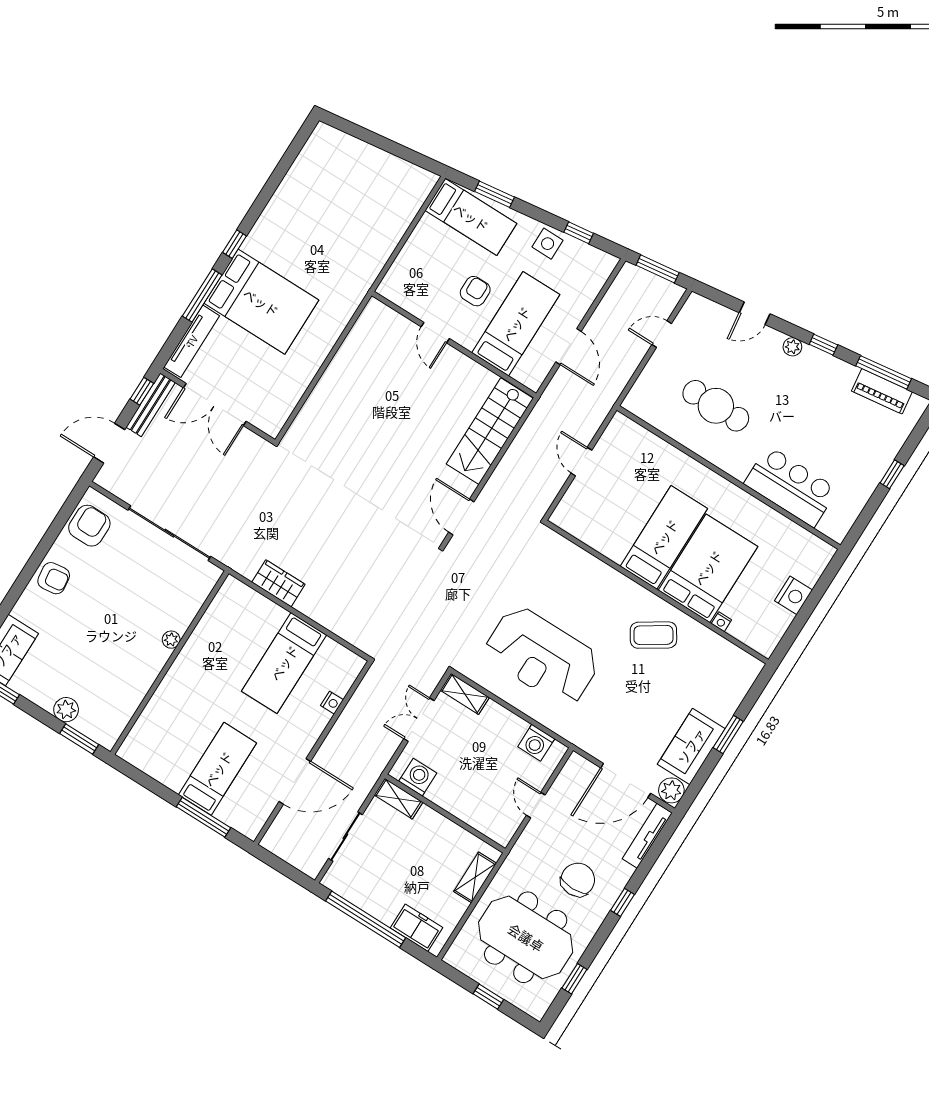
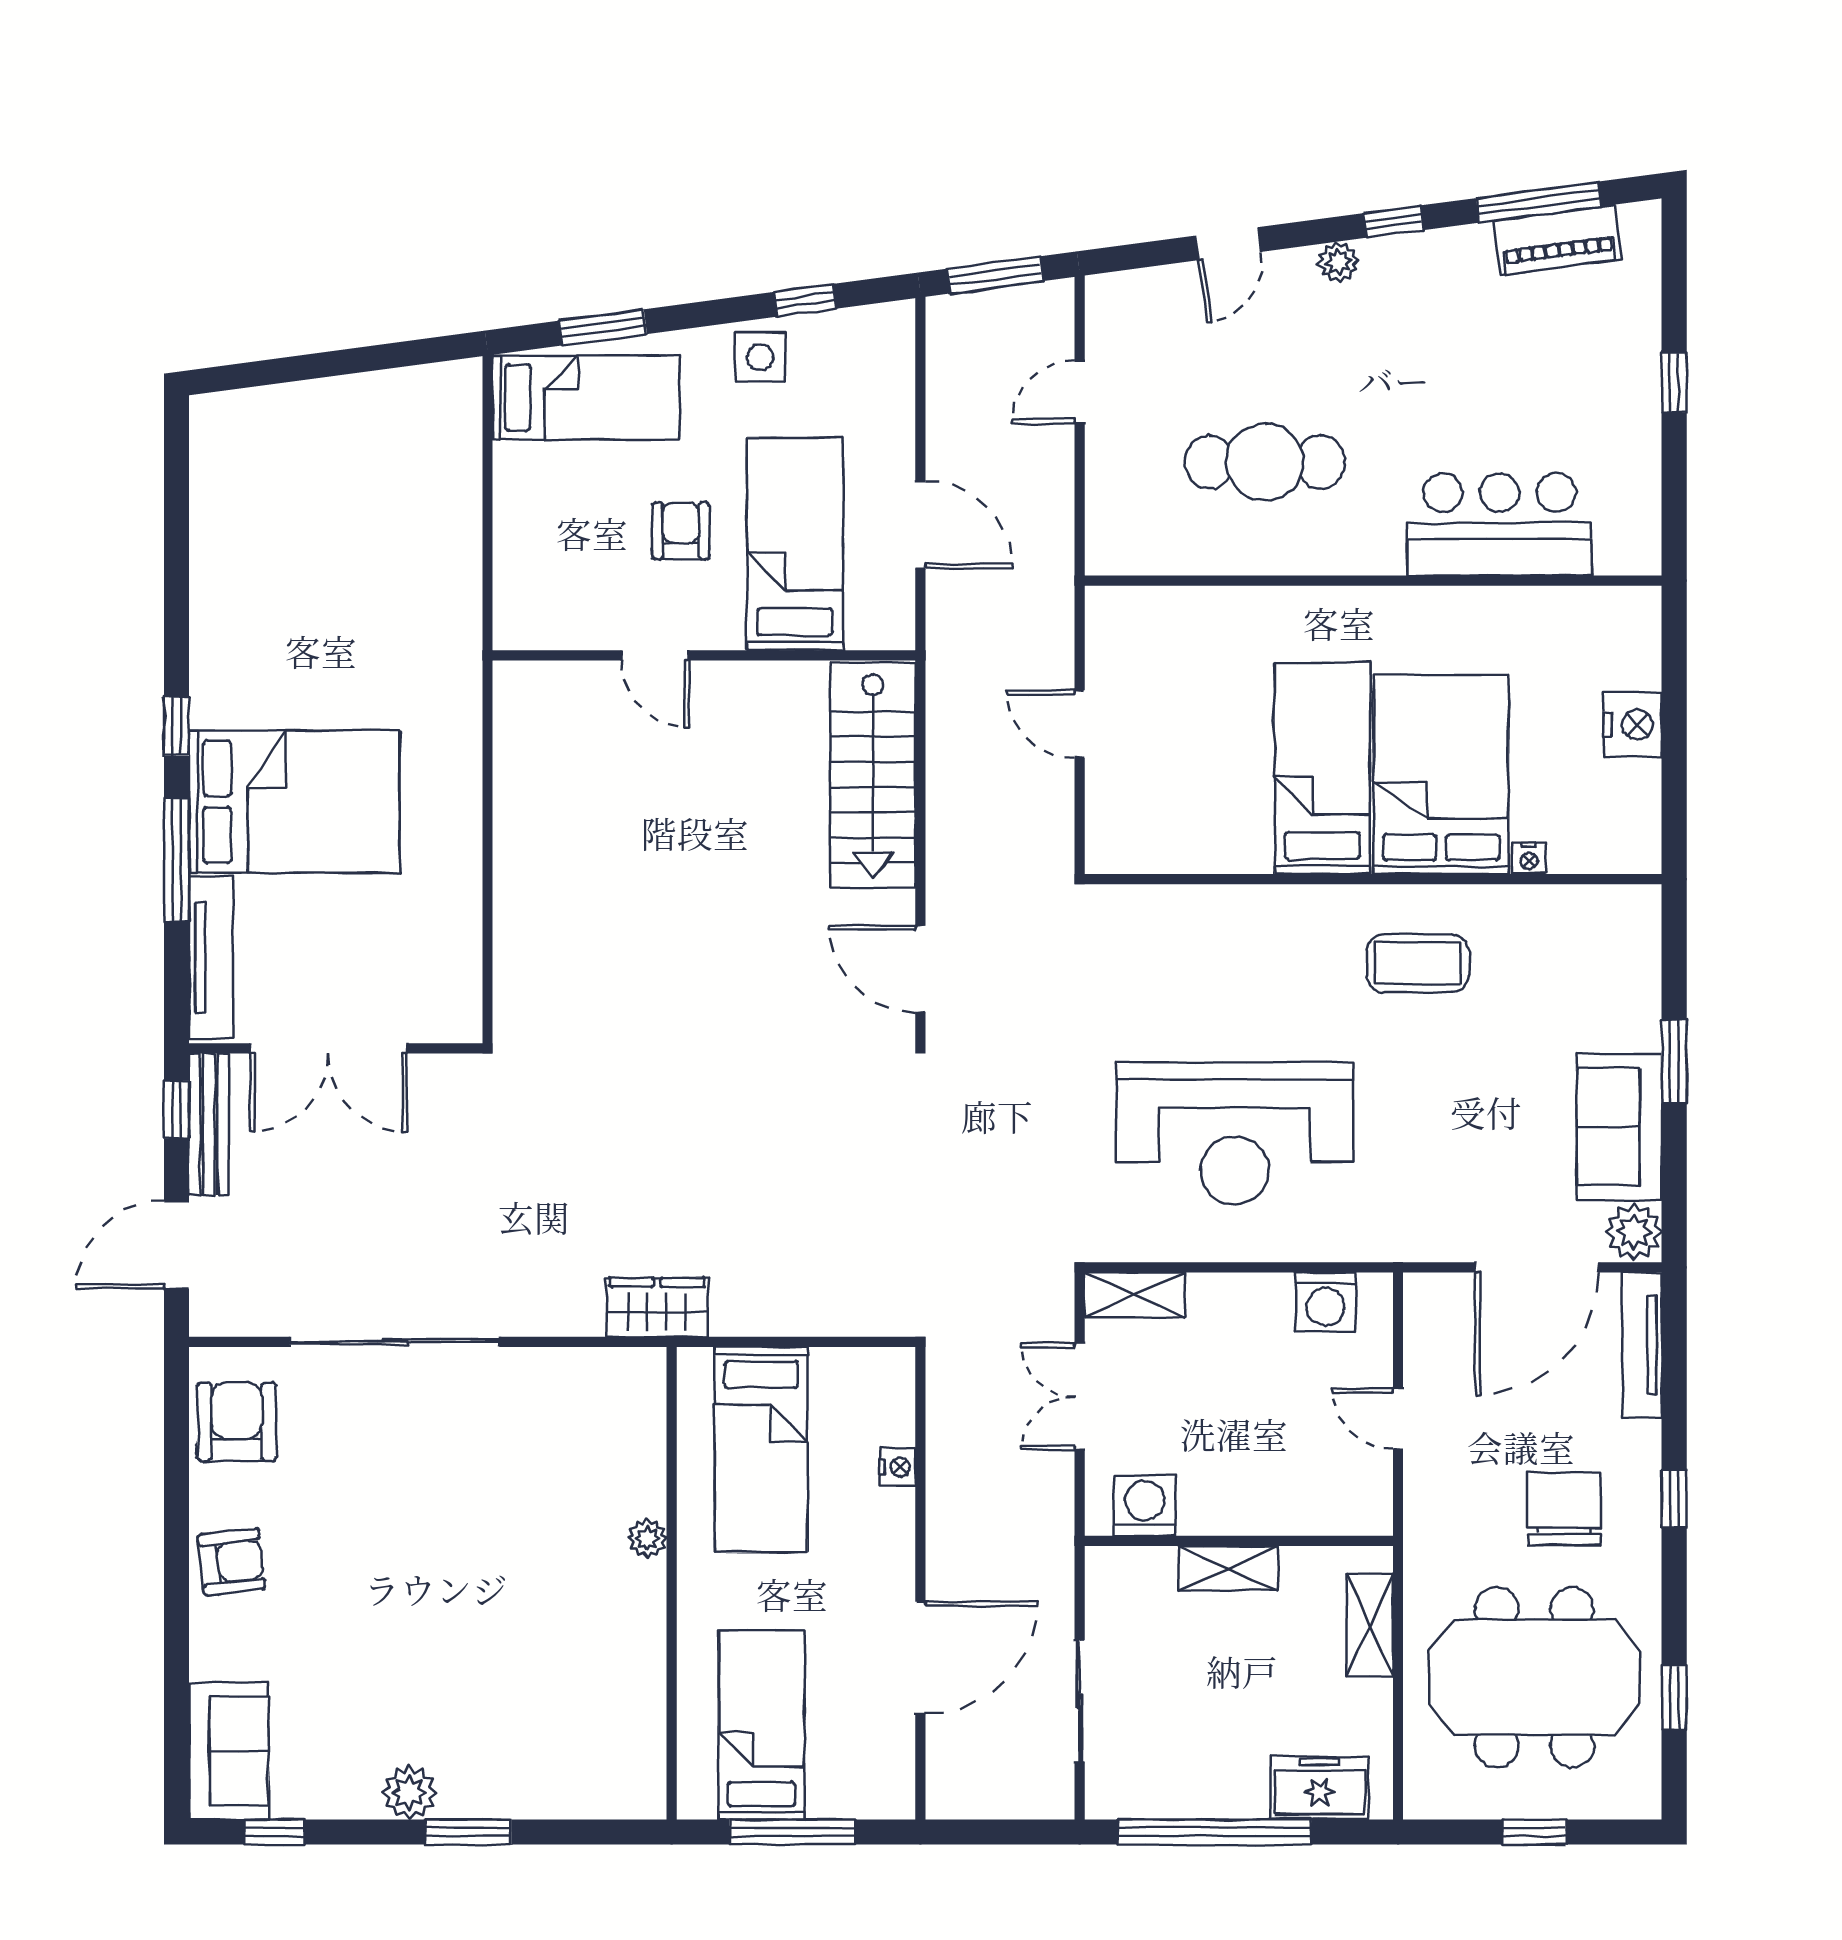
coffee table: (653, 635) -> (1418, 963), turned 33
plant: (171, 640) -> (647, 1538), moved
wall: (170, 663) -> (672, 1583), moved
shelving: (398, 799) -> (1228, 1568), moved

